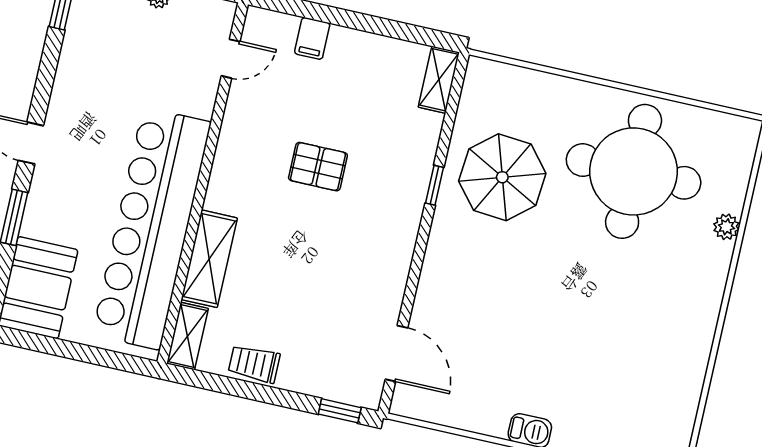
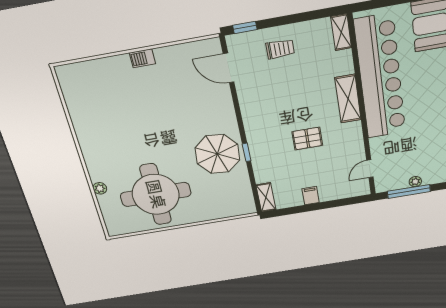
filing cabinet: (312, 38) -> (311, 196), moved
parasol: (502, 177) -> (217, 154), moved
shelving: (209, 259) -> (348, 99), moved
trolley: (254, 364) -> (280, 49), moved

